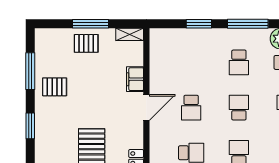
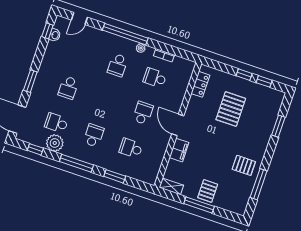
pallet: (86, 43) -> (208, 191), turned 90
door: (146, 108) -> (178, 125), hinge flipped
school desk: (239, 108) -> (131, 148), moved, turned 90
window: (30, 126) -> (278, 126), moved

